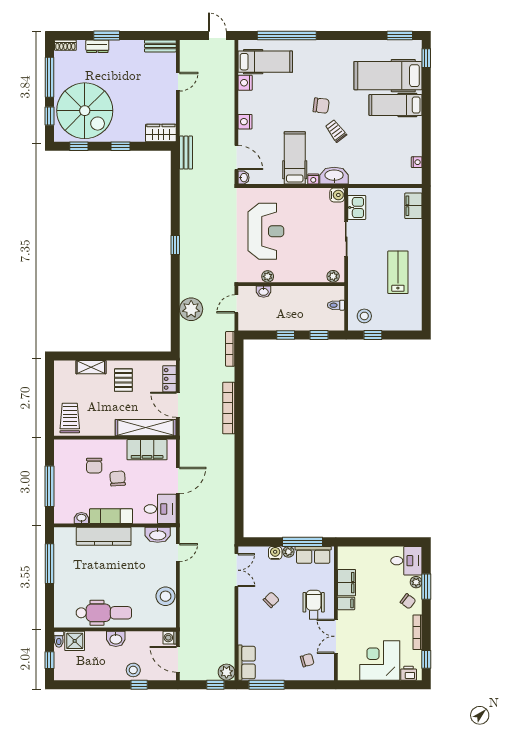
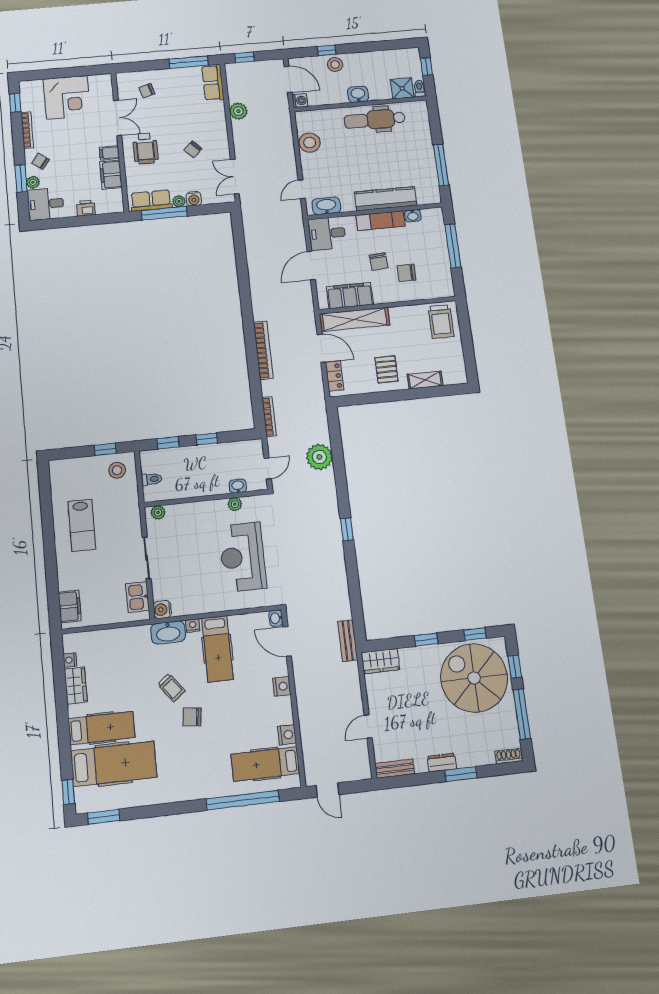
dresser: (97, 46) -> (442, 763), moved
wardrobe: (414, 141) -> (76, 685), added
chair: (94, 466) -> (407, 273), turned -90
plant: (226, 672) -> (238, 111), moved
printer: (409, 673) -> (86, 208), moved, turned 180

